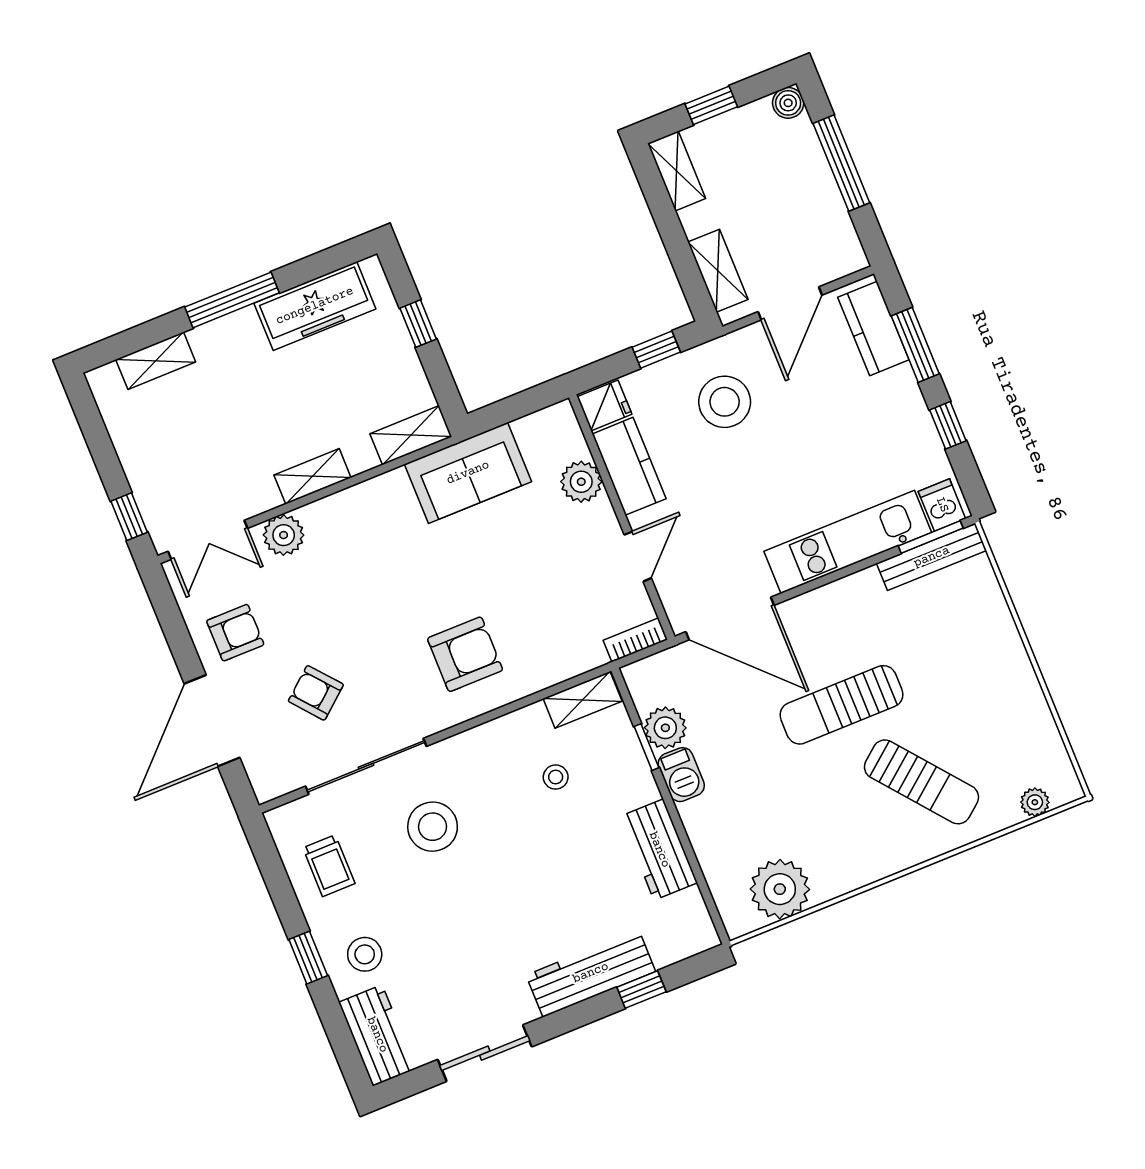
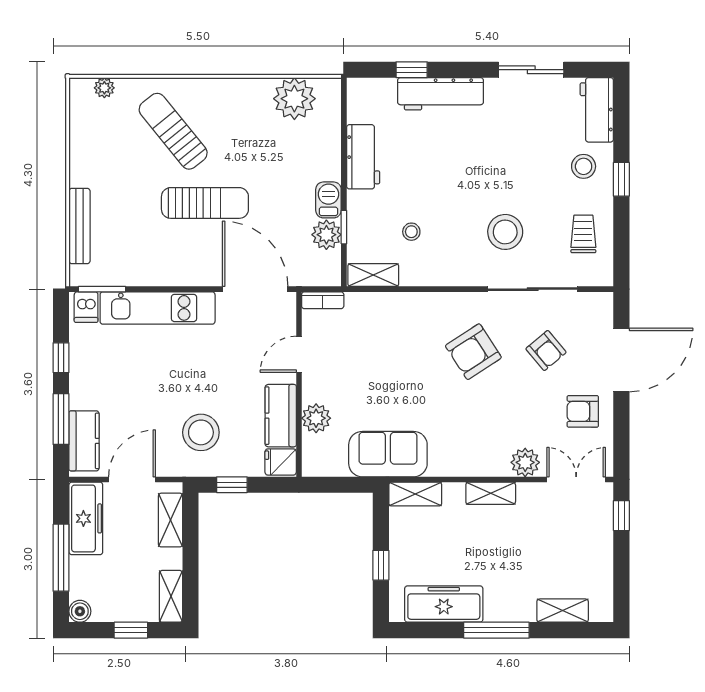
freezer: (830, 228) -> (86, 518), added
bench: (932, 557) -> (80, 226), moved, turned 90
armchair: (465, 654) -> (473, 352), moved, turned -33

